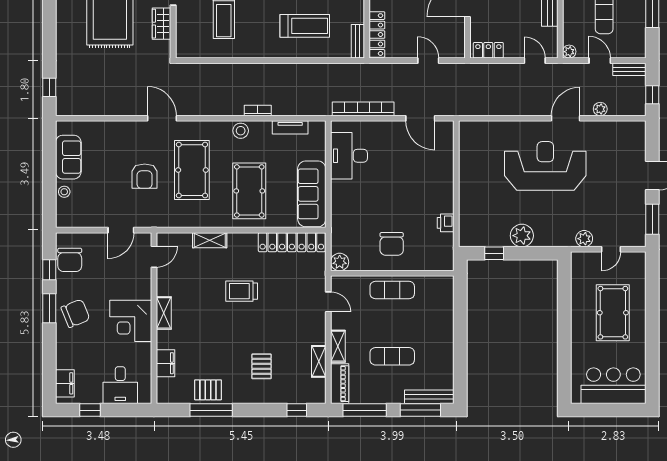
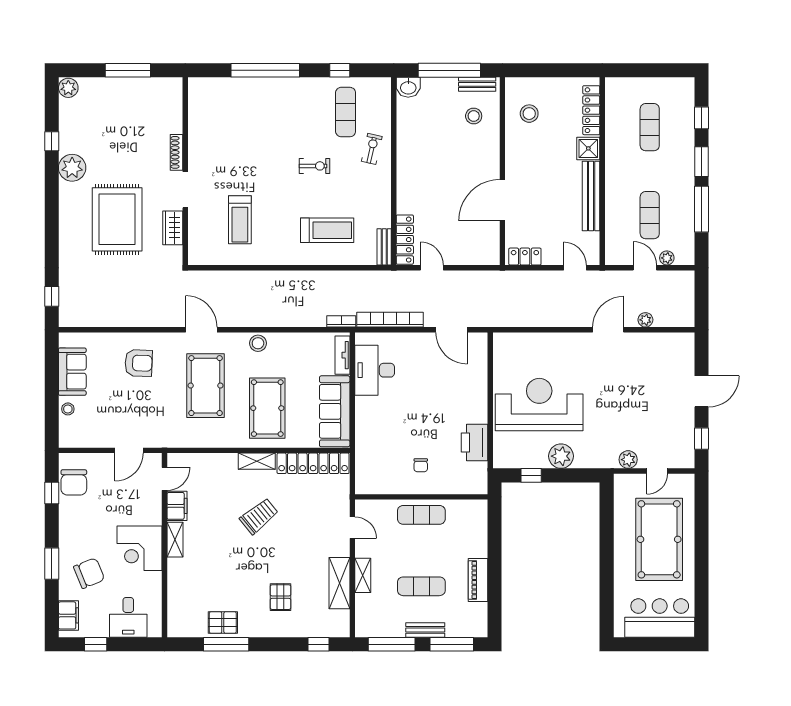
plant: (569, 52) -> (667, 258), moved
door: (428, 61) -> (432, 268), moved
bench: (629, 69) -> (677, 277), removed
window: (652, 95) -> (701, 304), removed
bookcase: (258, 110) -> (341, 321), moved
door: (162, 118) -> (201, 330), moved
tv unit: (290, 127) -> (342, 355), moved, turned 90
reception desk: (545, 166) -> (539, 404), moved
armchair: (145, 176) -> (139, 363), moved, turned -88
window: (652, 219) -> (701, 439), width x0.67
printer: (446, 223) -> (475, 442), width x1.87, depth x1.48
shelving: (210, 240) -> (257, 461), moved
chair: (392, 244) -> (421, 465), width x0.54, depth x0.54
plant: (340, 262) -> (365, 485), removed
trolley: (242, 291) -> (259, 516), turned 141
window: (49, 308) -> (52, 564), moved
chair: (75, 313) -> (89, 573), moved
pool table: (613, 313) -> (659, 539), width x1.36, depth x1.32
shelving: (319, 361) -> (340, 583), width x1.50, depth x1.33
filing cabinet: (165, 363) -> (177, 506), moved
piano: (340, 384) -> (478, 580), moved, turned 180
bench: (429, 397) -> (425, 630), moved, width x0.73

